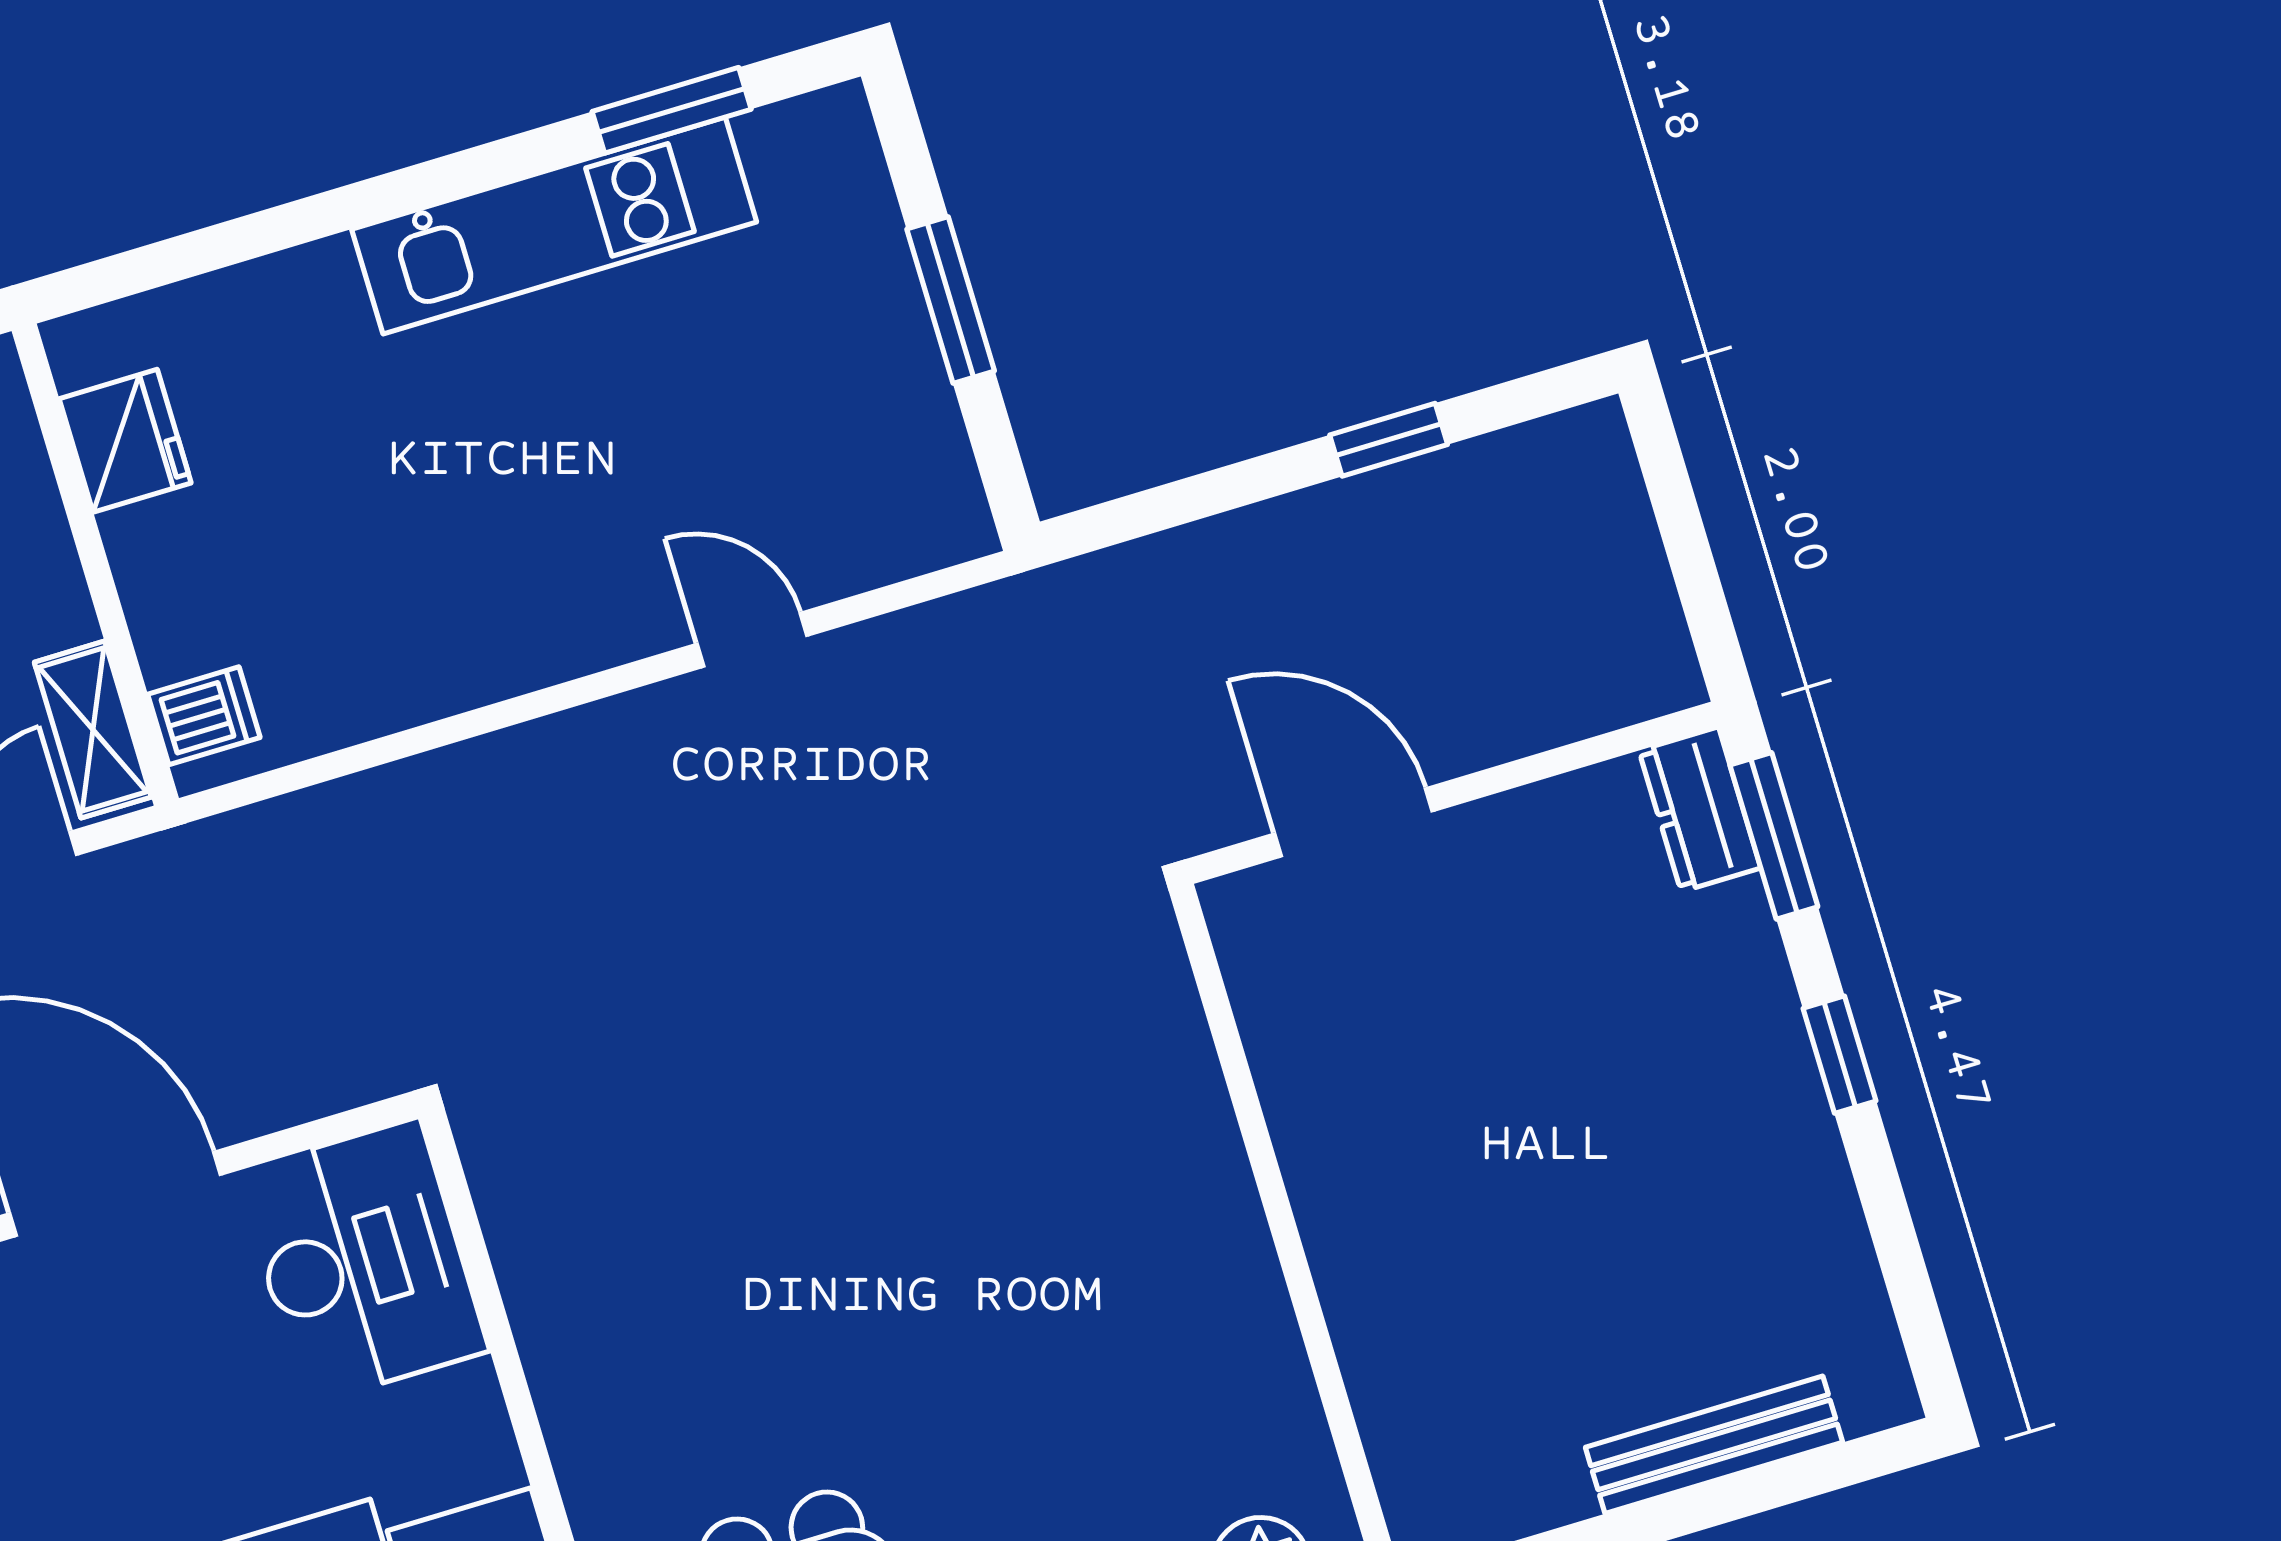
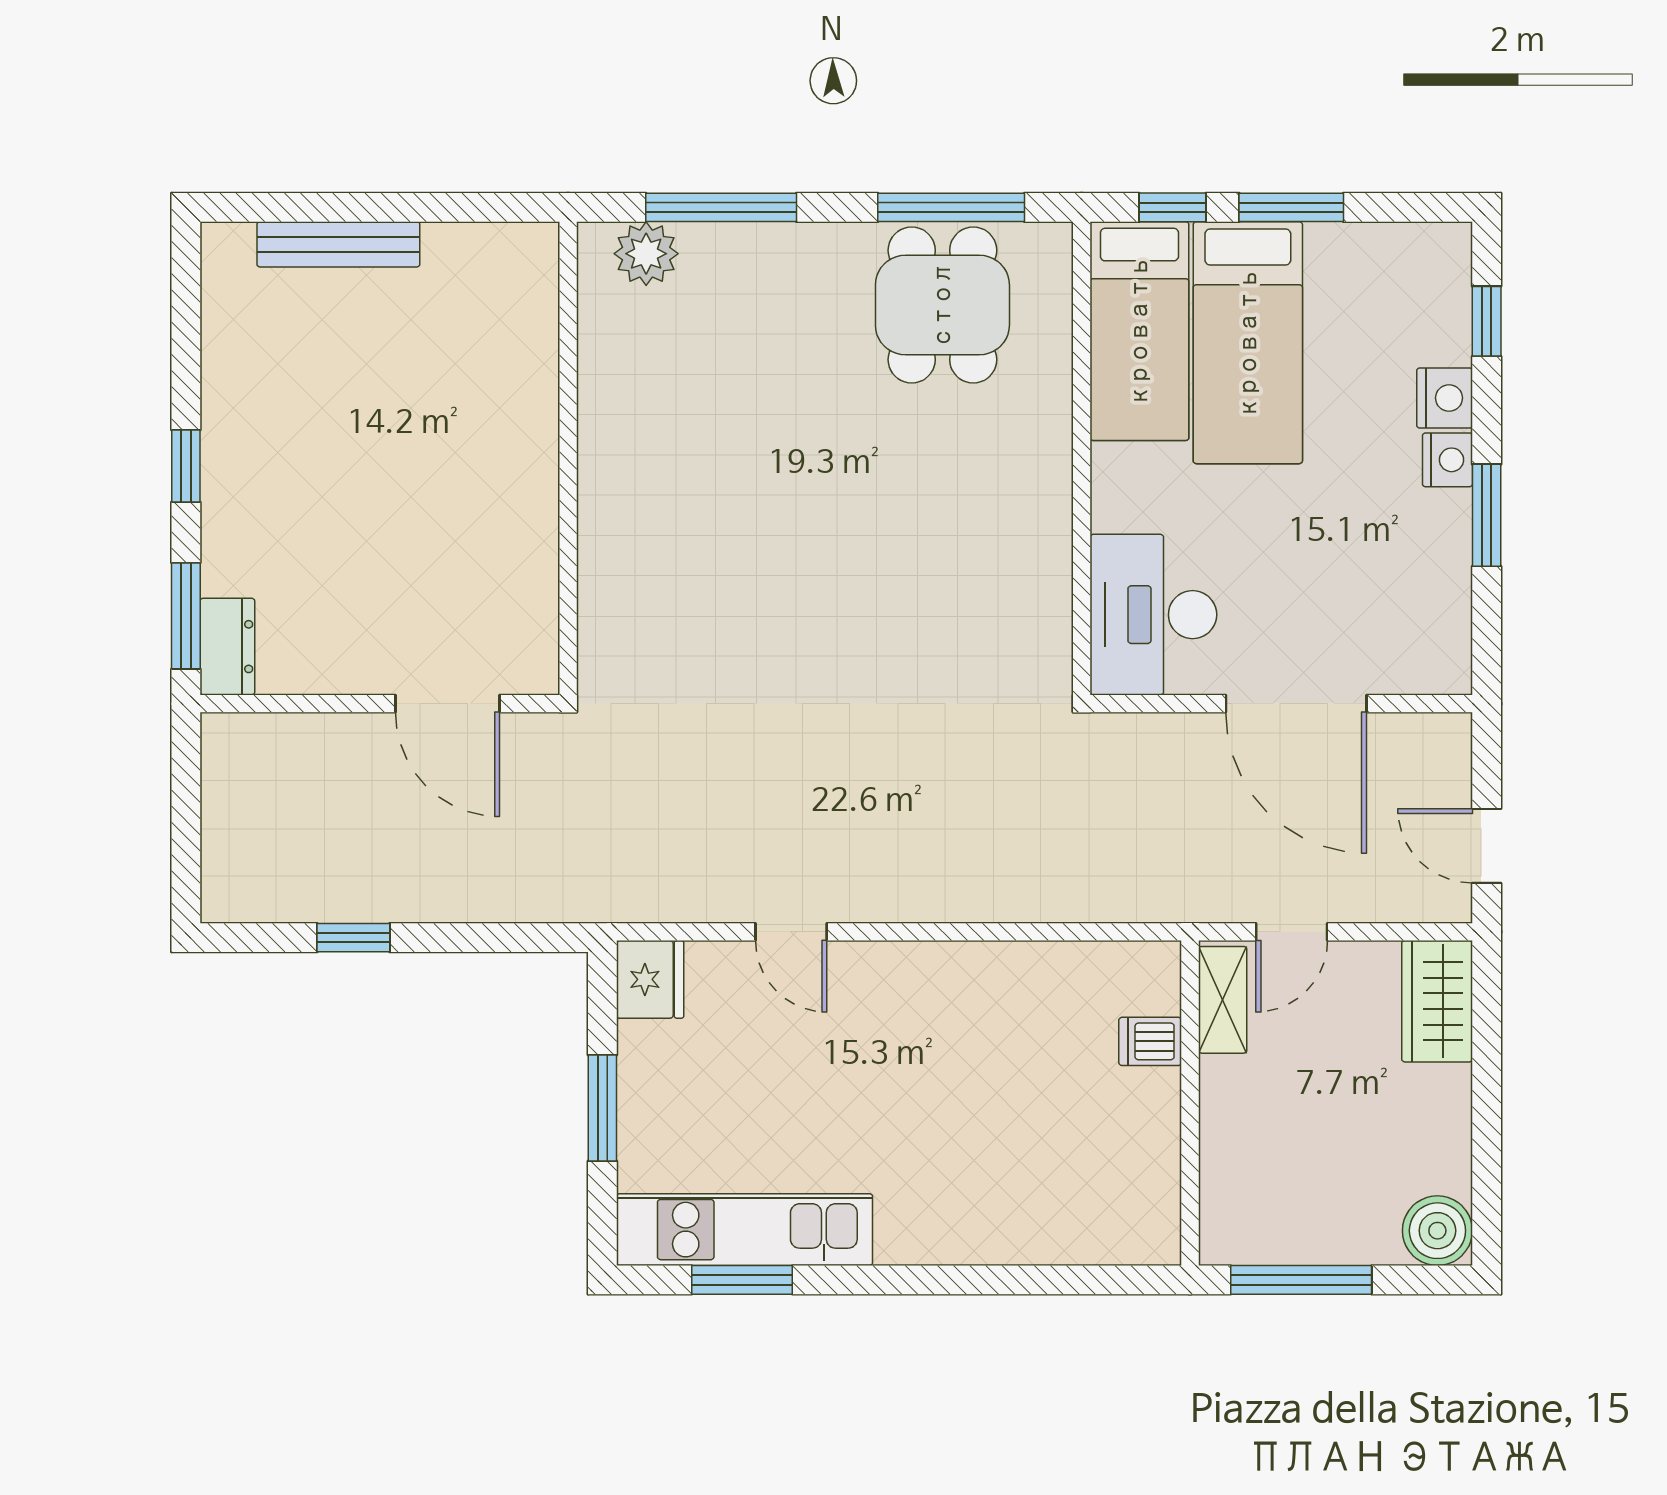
kitchen unit: (554, 226) -> (745, 1230), moved
fridge: (125, 441) -> (650, 979), moved, turned 180
dishwasher: (204, 716) -> (1150, 1041), moved

